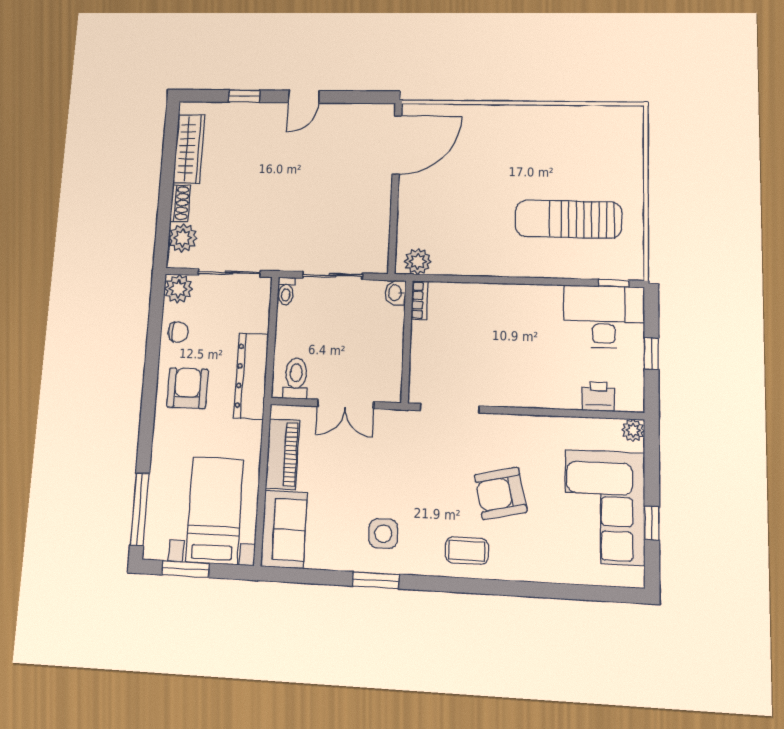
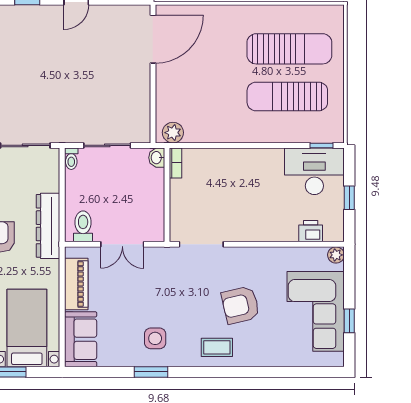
sun lounger: (572, 159) -> (289, 49), added

